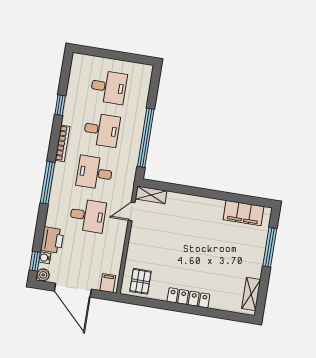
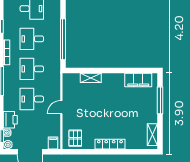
desk: (102, 130) -> (32, 39), turned 180
shelving: (151, 195) -> (91, 78), moved
door: (132, 211) -> (61, 107), moved
desk: (88, 216) -> (32, 99), turned 180

